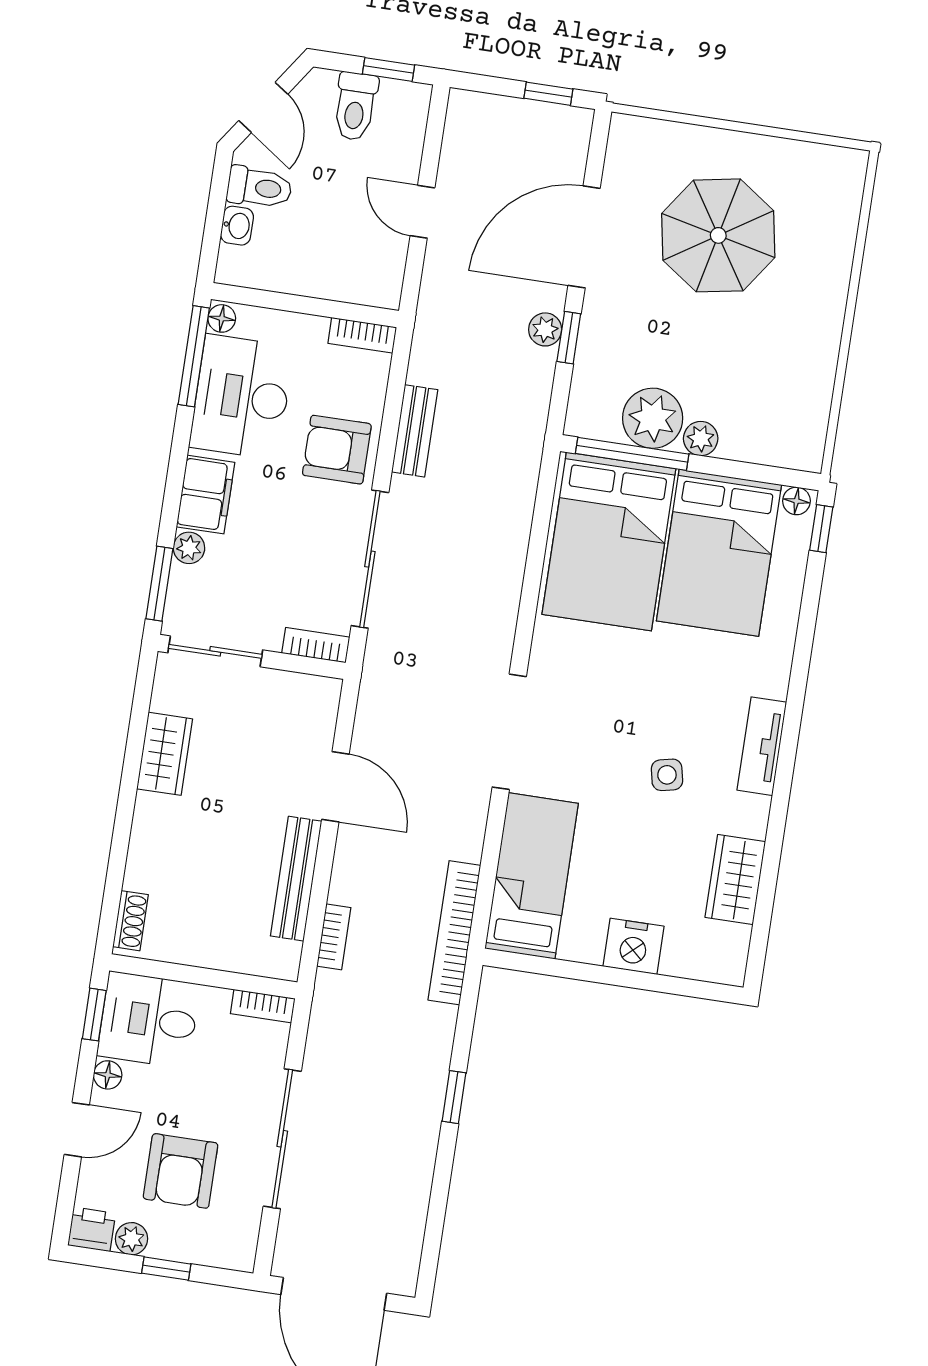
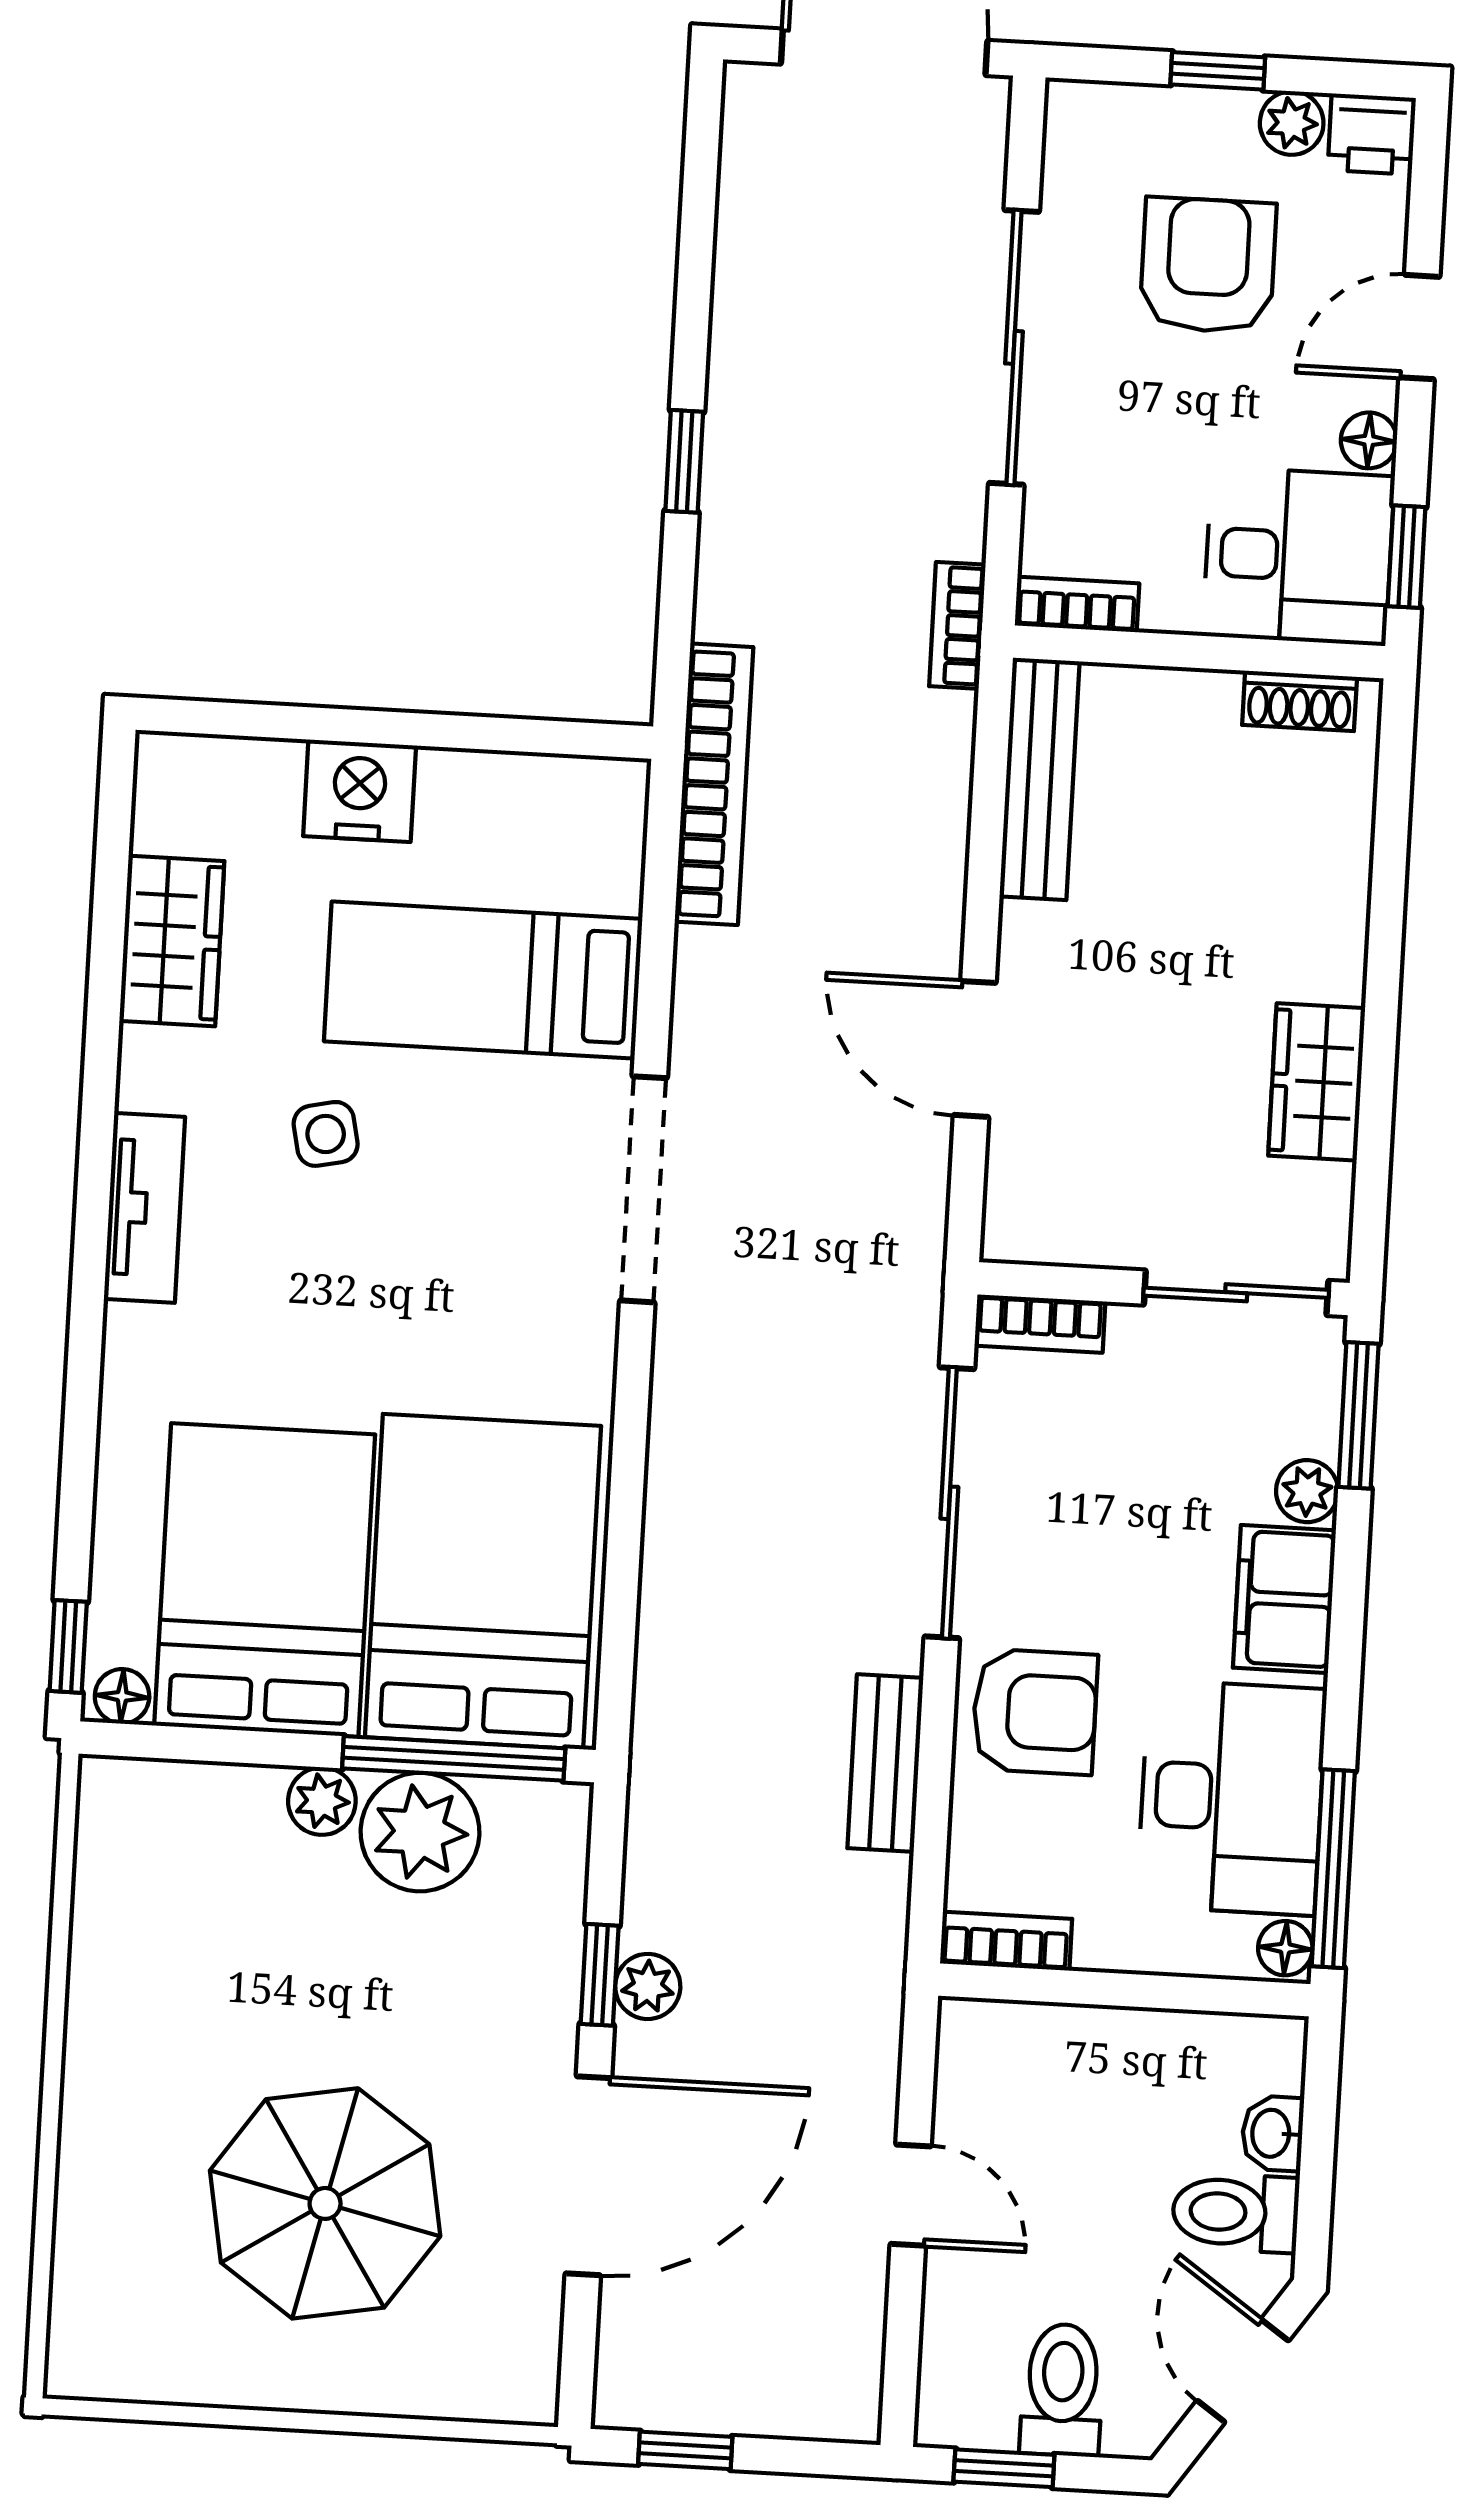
bed: (532, 876) -> (483, 980), moved, turned 90
bench: (296, 879) -> (1040, 779), moved
shoe rack: (131, 921) -> (1300, 701), moved, turned -90
bookcase: (334, 937) -> (957, 625), moved

